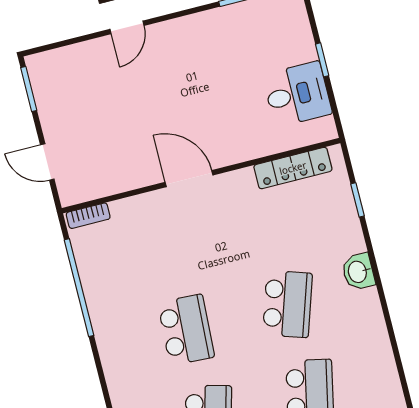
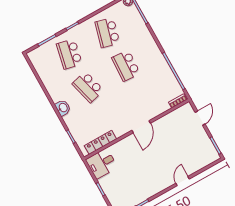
desk: (297, 94) -> (102, 163), moved
door: (47, 162) -> (200, 118), hinge flipped
door: (189, 179) -> (141, 127), hinge flipped
school desk: (287, 304) -> (88, 87), turned -33

